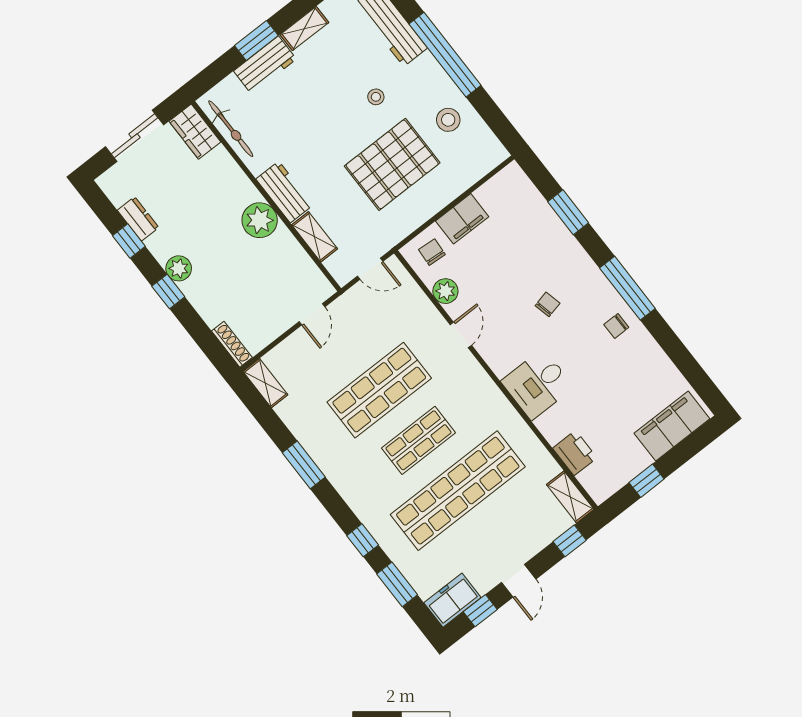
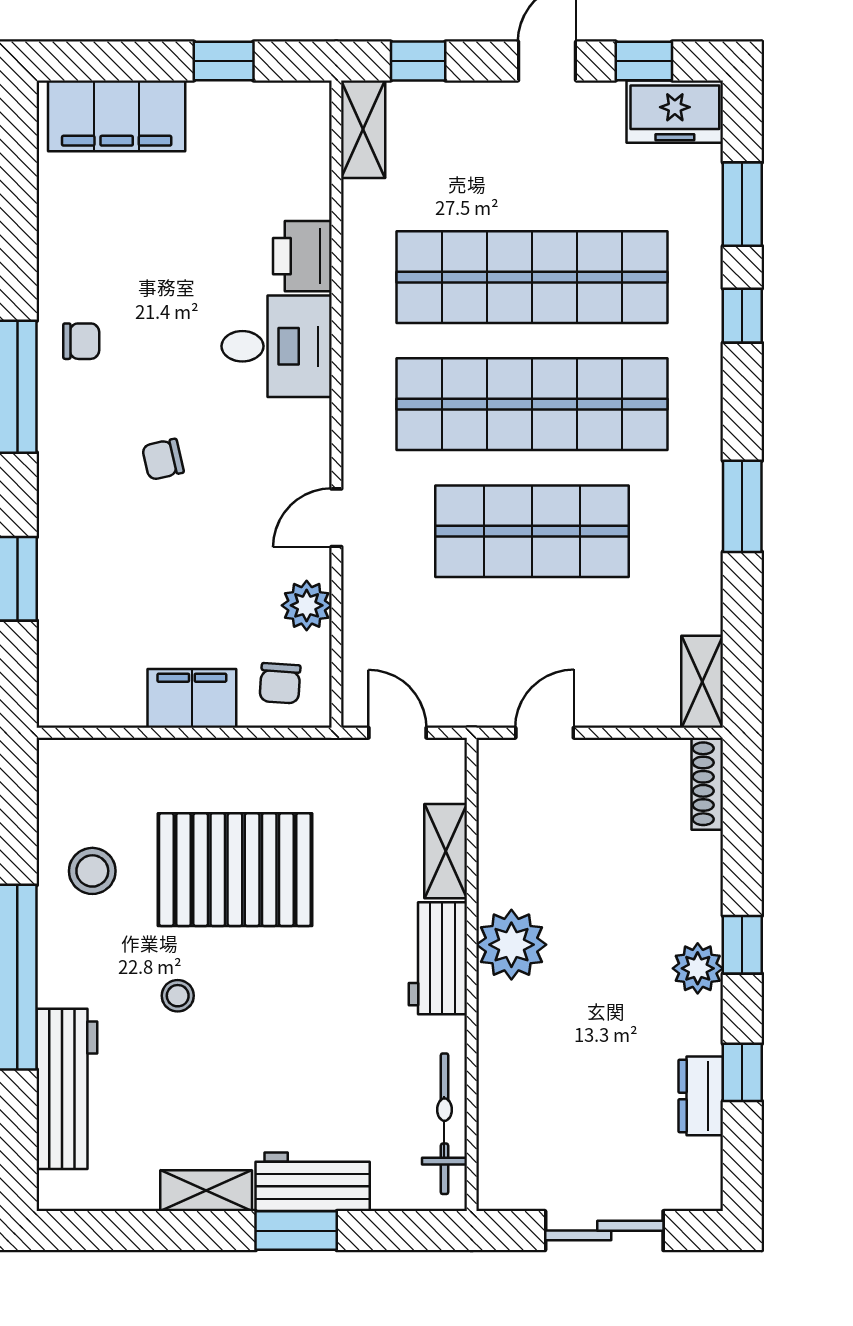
wardrobe: (195, 132) -> (504, 1163), removed
shop shelf: (419, 440) -> (532, 404), width x2.00, depth x1.36
printer: (575, 453) -> (302, 256), moved

